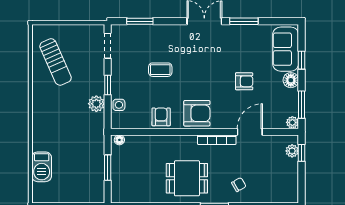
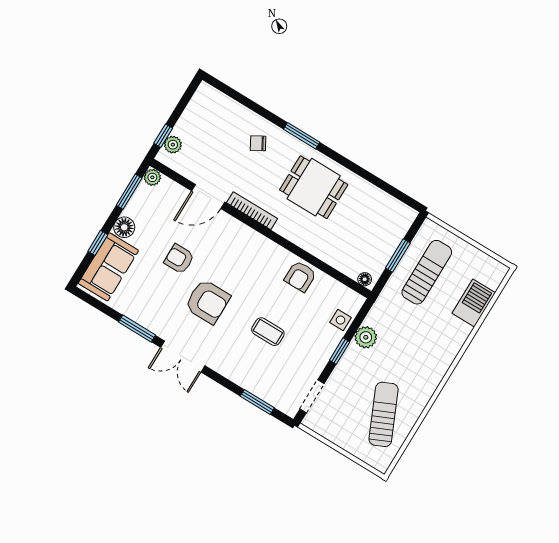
armchair: (197, 113) -> (208, 302), moved, turned 180
sun lounger: (83, 168) -> (427, 272), added

